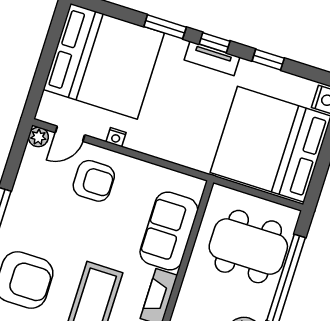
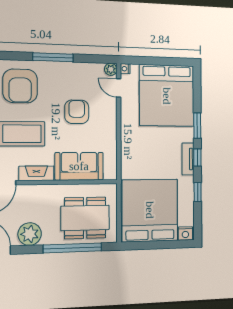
nightstand: (116, 137) -> (125, 69), moved
armchair: (94, 181) -> (77, 112), moved, turned 180
dining table: (248, 247) -> (85, 218), turned 90

